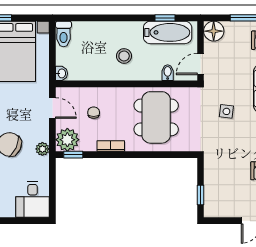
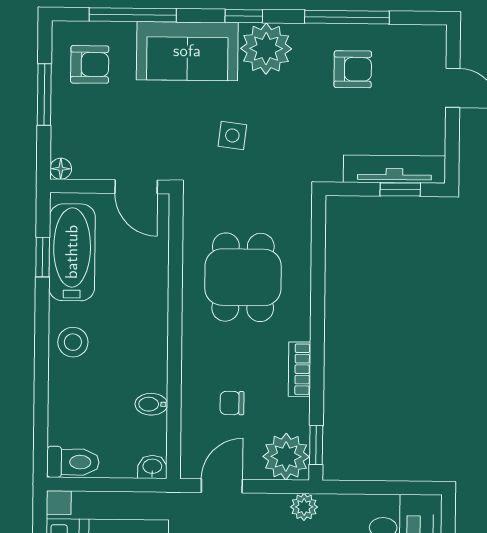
floor lamp: (214, 31) -> (61, 169), width x0.53, depth x0.53
stool: (124, 56) -> (73, 342), moved
bidet: (168, 73) -> (151, 404), moved
dining table: (156, 117) -> (243, 277), width x0.73
tv unit: (211, 192) -> (394, 169), added

